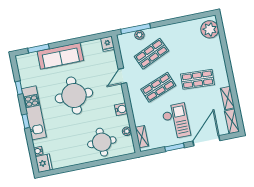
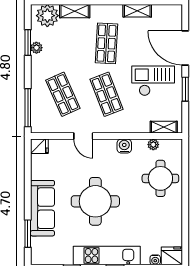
window: (186, 18) -> (28, 43), added
plant: (139, 35) -> (36, 48), moved
shelving: (232, 121) -> (75, 11), moved

